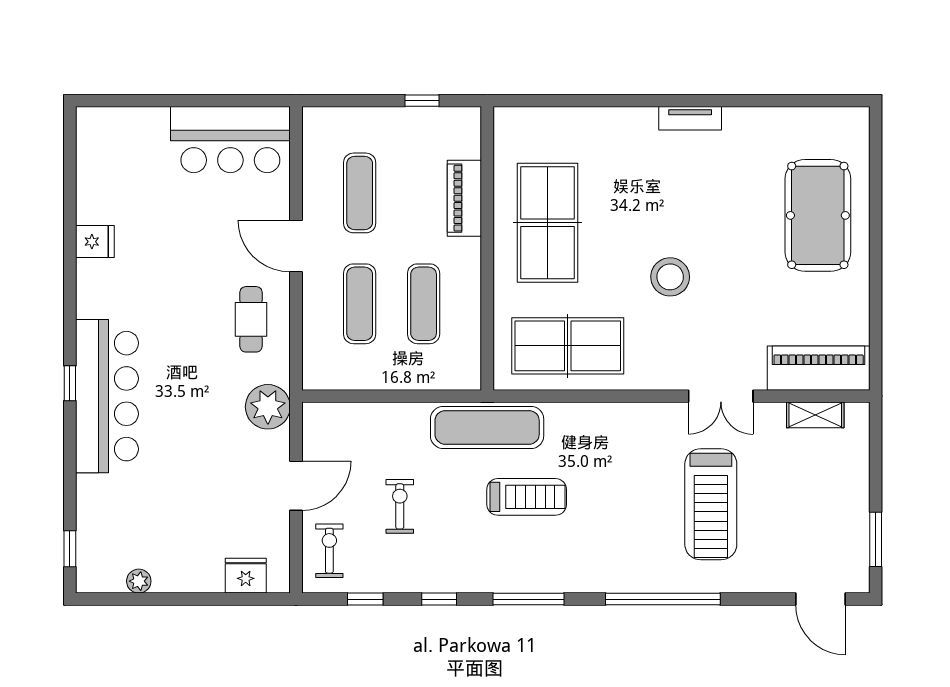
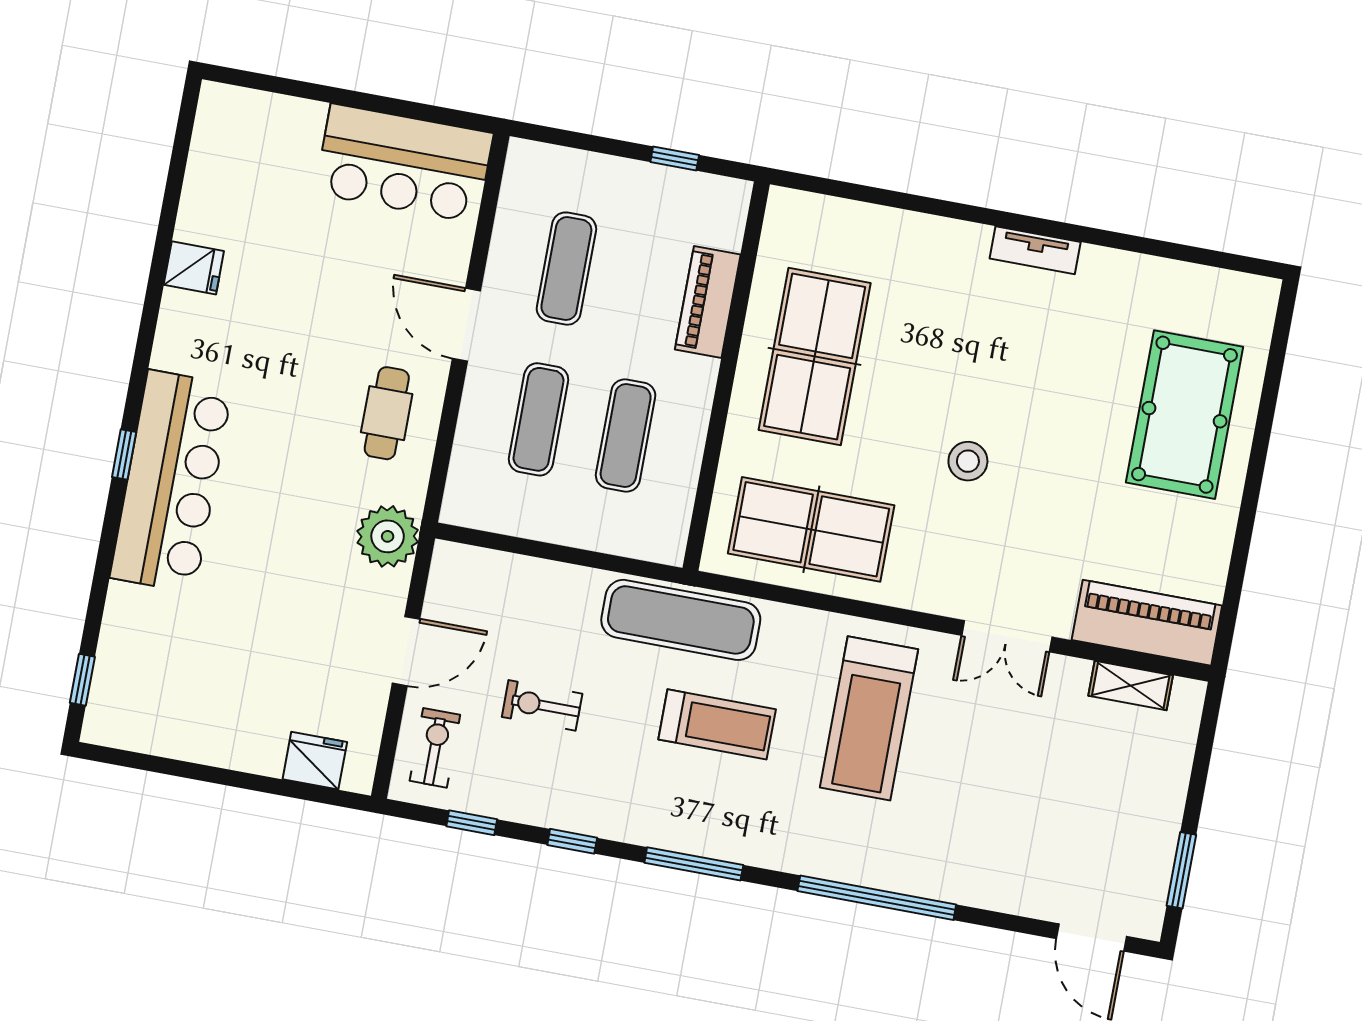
stool: (670, 277) -> (968, 461), width x0.73, depth x0.73
treadmill: (711, 504) -> (869, 718), moved
exercise bike: (400, 506) -> (542, 705), turned -90
plant: (139, 581) -> (168, 741), removed

